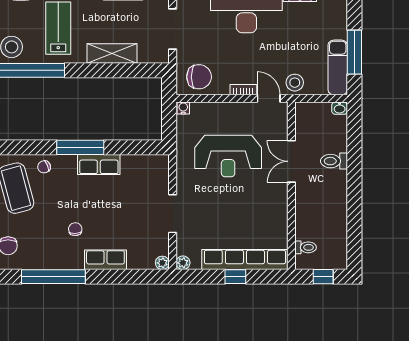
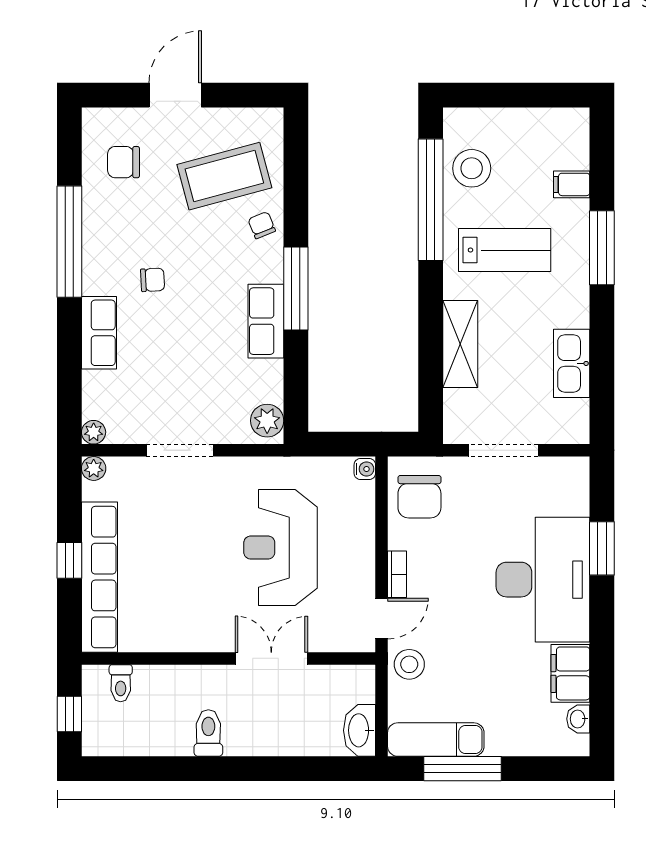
washbasin: (340, 108) -> (360, 730), width x1.91, depth x1.45
toilet: (334, 161) -> (208, 733), moved
plant: (156, 164) -> (267, 421), added

